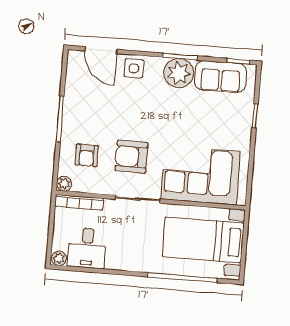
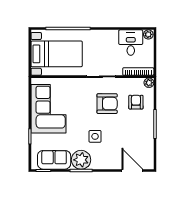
side table: (134, 68) -> (95, 136), moved
corner sofa: (201, 175) -> (48, 109), moved, turned -90

